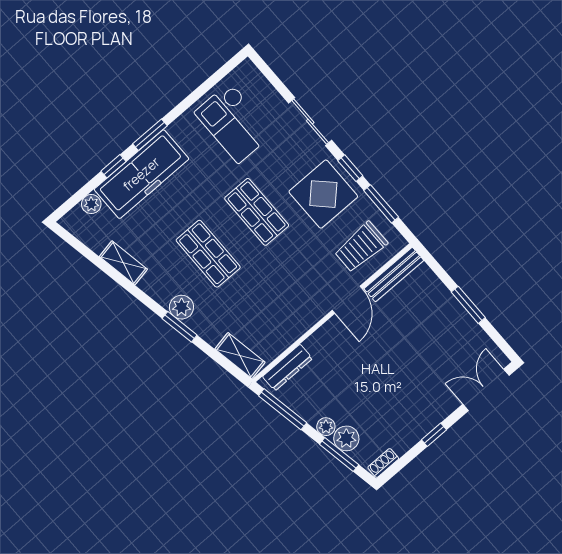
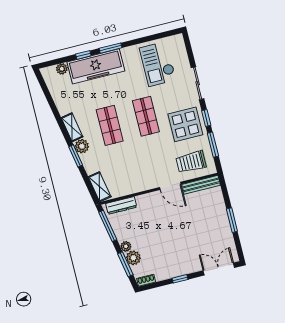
shelving: (123, 263) -> (72, 127), moved
door: (347, 300) -> (170, 186), hinge flipped

